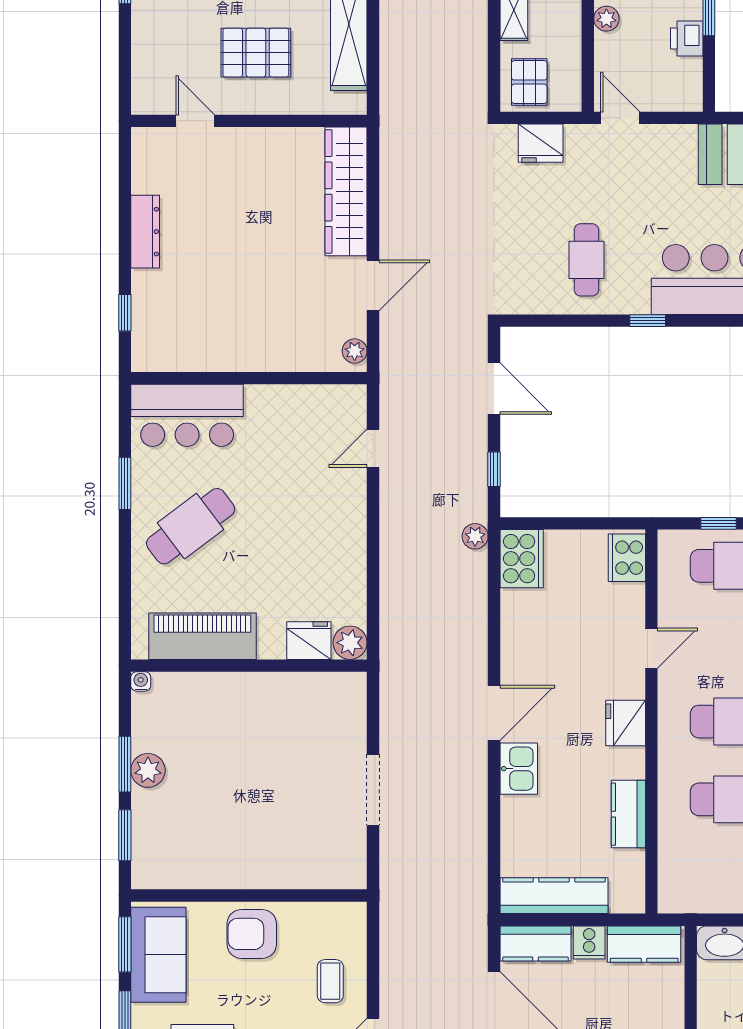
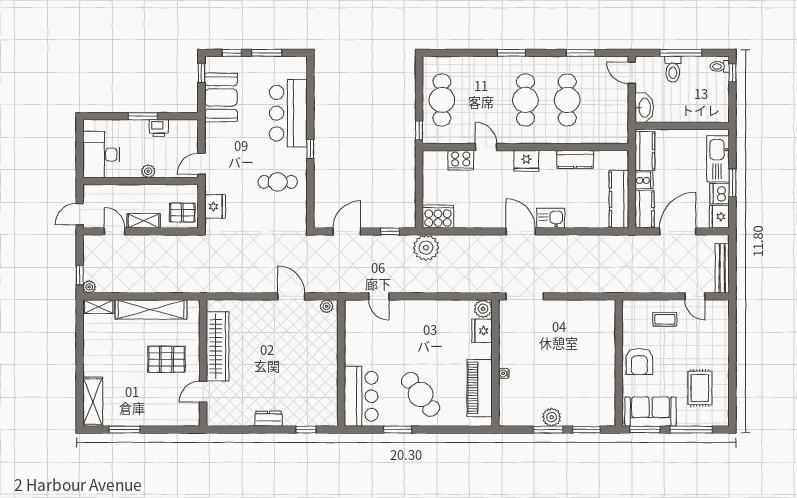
pallet: (256, 53) -> (166, 359), turned 90
wardrobe: (346, 191) -> (218, 346), moved, turned -90
dresser: (145, 232) -> (268, 419), width x0.70
window: (719, 523) -> (419, 130), moved
plant: (475, 536) -> (426, 248), width x1.88, depth x1.88
cooker: (627, 558) -> (461, 160), moved
water cooler: (141, 681) -> (504, 373), moved
doorway: (373, 790) -> (525, 296), moved

